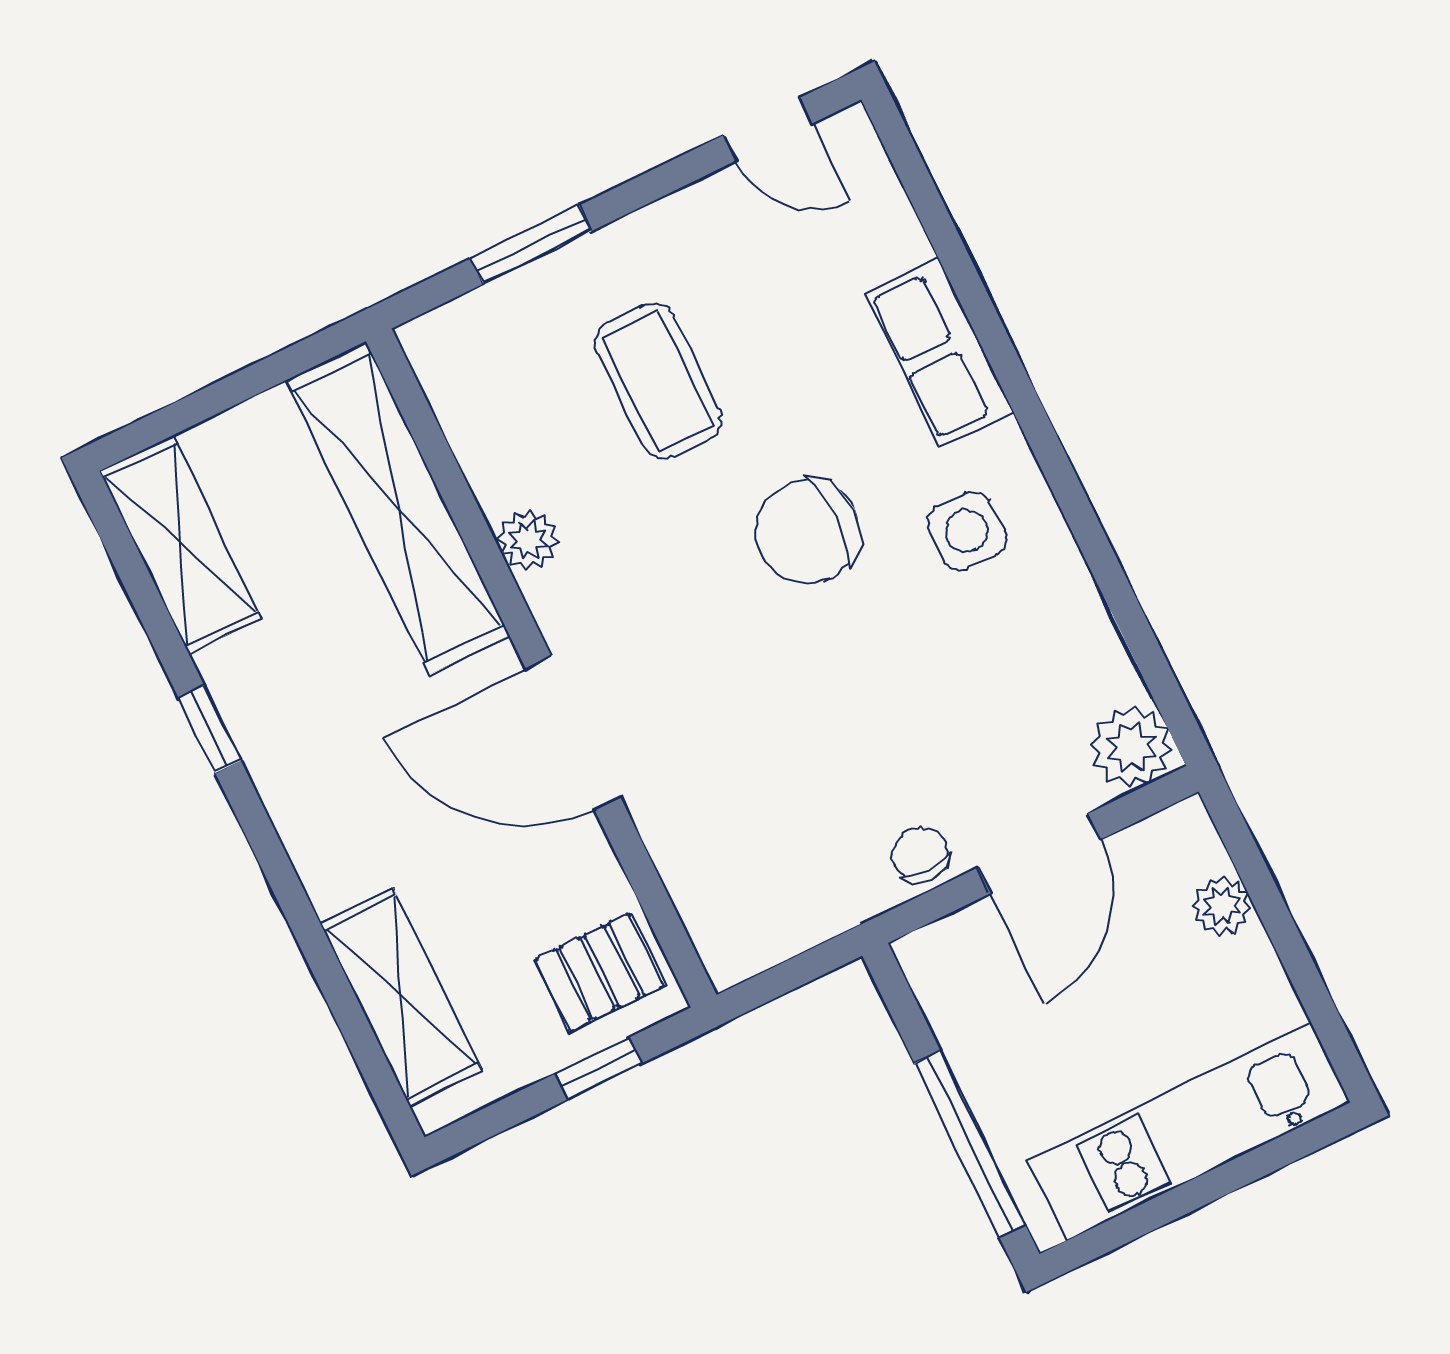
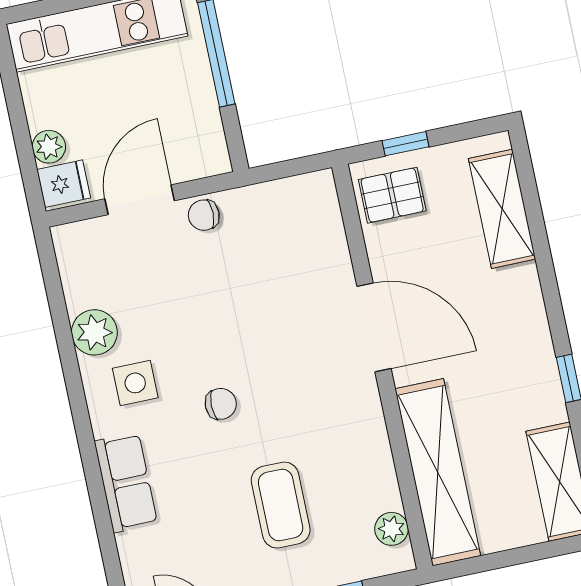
chair: (808, 532) -> (221, 404), width x0.54, depth x0.54
plant: (528, 540) -> (391, 529), moved
plant: (1131, 747) -> (94, 332), moved
fridge: (1179, 848) -> (64, 184), added
chair: (920, 855) -> (204, 215), turned 90

